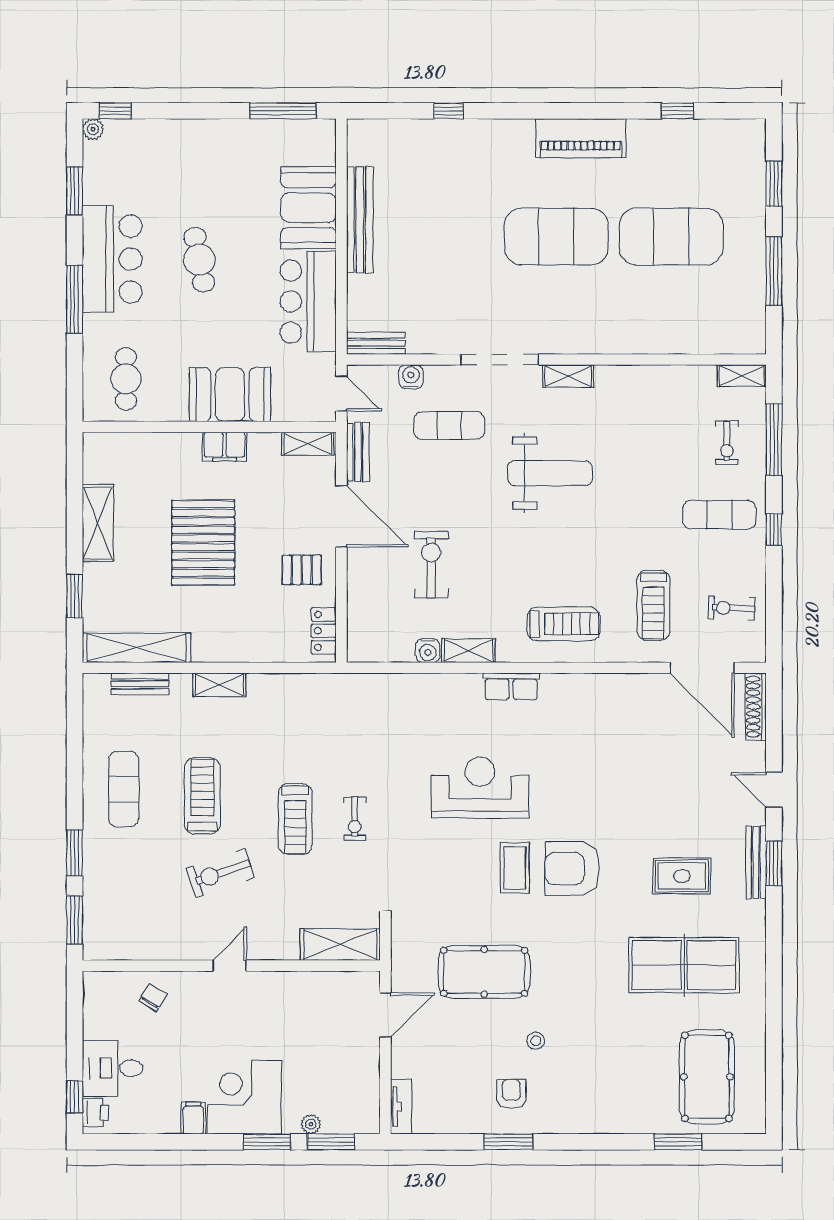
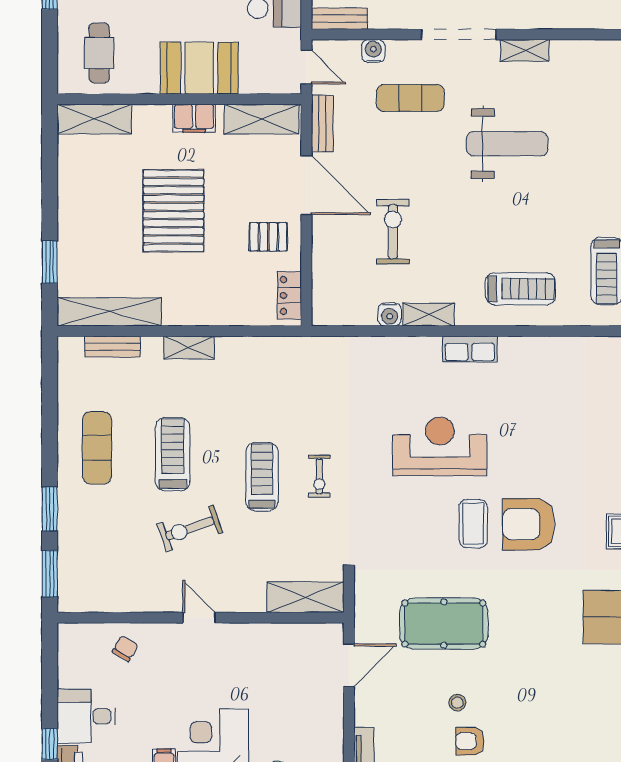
shelving: (308, 444) -> (262, 119), width x1.50, depth x1.33
shelving: (98, 523) -> (94, 119), moved, turned 90
treadmill: (295, 819) -> (262, 477), turned 180
door: (230, 966) -> (199, 618), hinge flipped
stool: (536, 1041) -> (457, 703), moved
armchair: (511, 1094) -> (470, 741), turned -90

